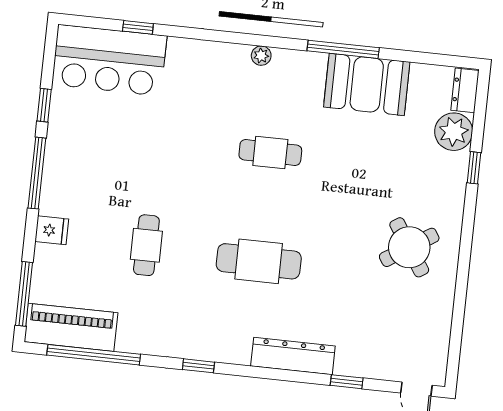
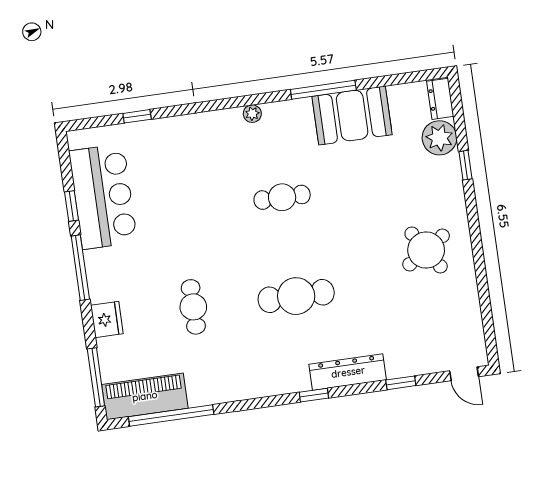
bar counter: (109, 60) -> (103, 196), moved, turned -90
fridge: (52, 230) -> (107, 319), width x1.38
window: (198, 366) -> (314, 395), moved

